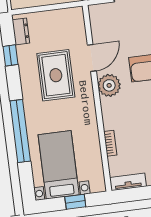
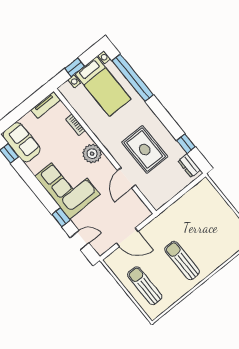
plant: (109, 85) -> (92, 154), moved
window: (20, 131) -> (133, 78), moved

